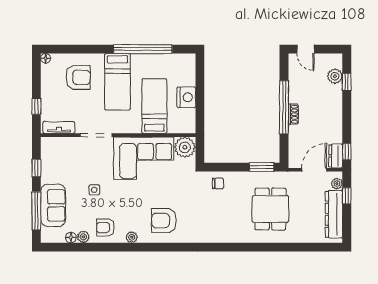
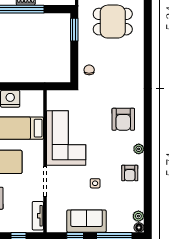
plant: (185, 147) -> (56, 100), removed
sofa: (53, 205) -> (87, 221), moved
plant: (83, 237) -> (138, 216), moved
floor lamp: (71, 238) -> (139, 228), moved

